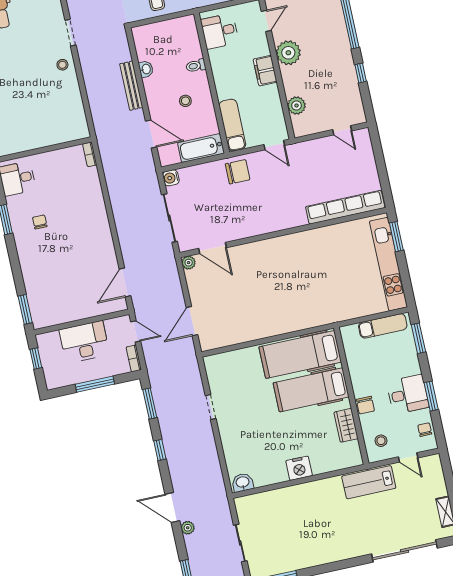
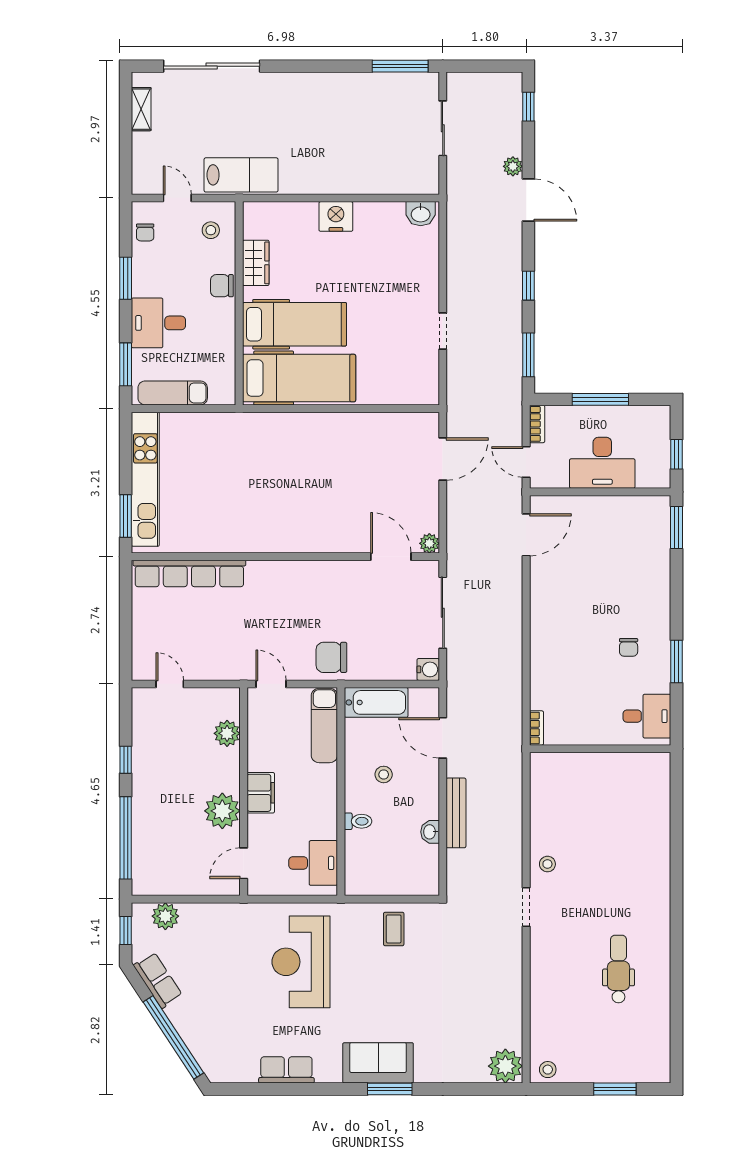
desk: (408, 394) -> (158, 323), moved
chair: (365, 405) -> (222, 286), turned -90

